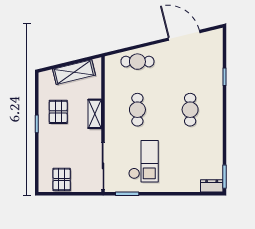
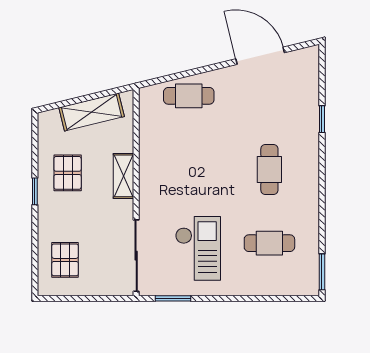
cafe table: (137, 110) -> (269, 243), moved, turned 90
pallet: (62, 179) -> (65, 260), moved
dresser: (212, 186) -> (302, 286), removed

